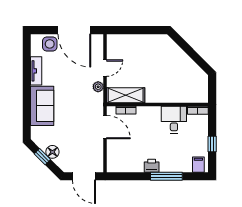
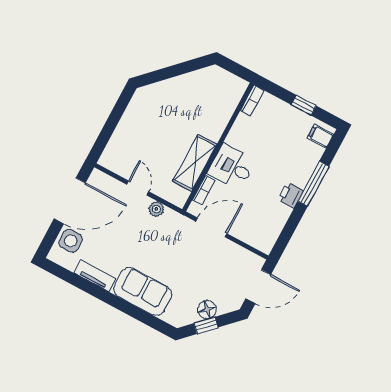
shelving: (126, 95) -> (195, 163), moved
desk: (174, 120) -> (232, 167), moved

